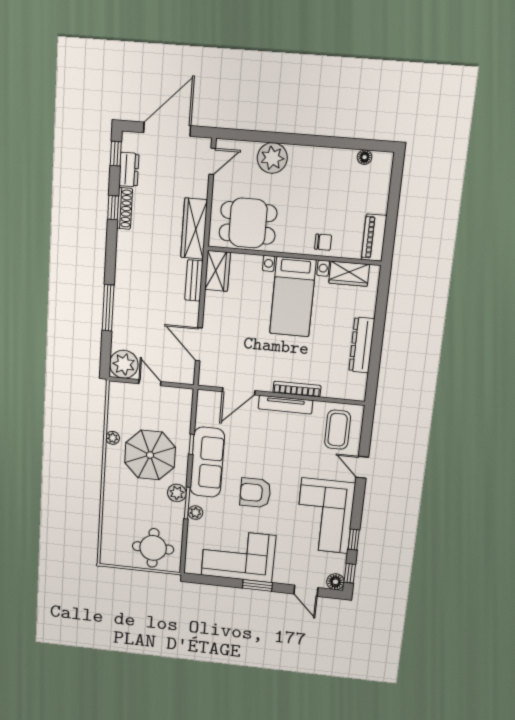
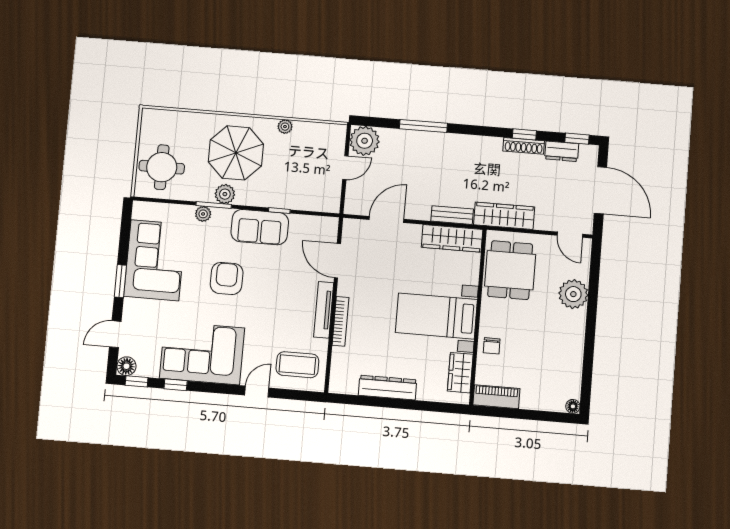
floor lamp: (365, 157) -> (573, 406), moved
wardrobe: (217, 271) -> (452, 238), width x1.50
parasol: (150, 455) -> (236, 153), moved
sofa: (207, 462) -> (260, 227), width x0.73

